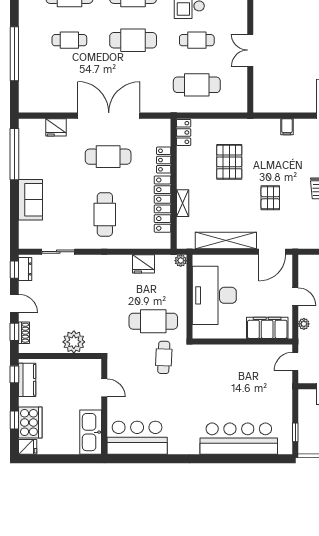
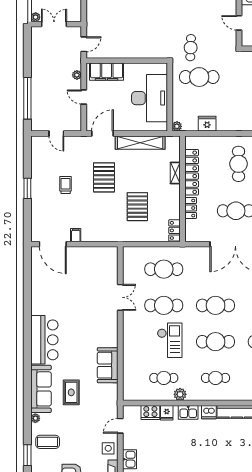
cafe table: (197, 40) -> (164, 305), width x1.37, depth x1.35
filing cabinet: (287, 127) -> (76, 235), moved
pallet: (270, 198) -> (104, 177), width x1.50, depth x1.42

